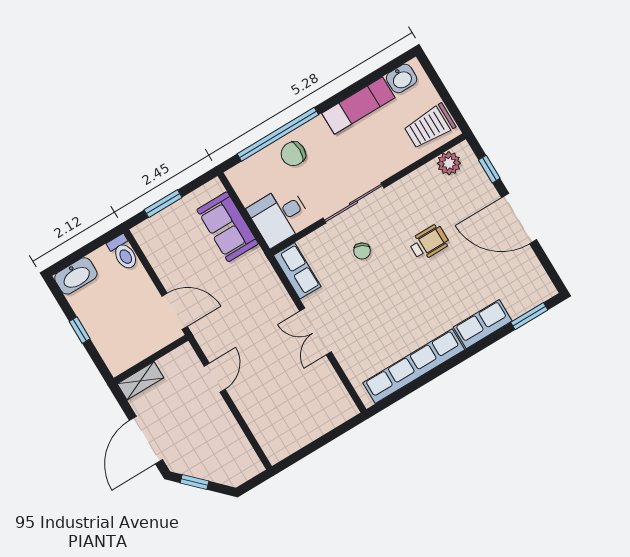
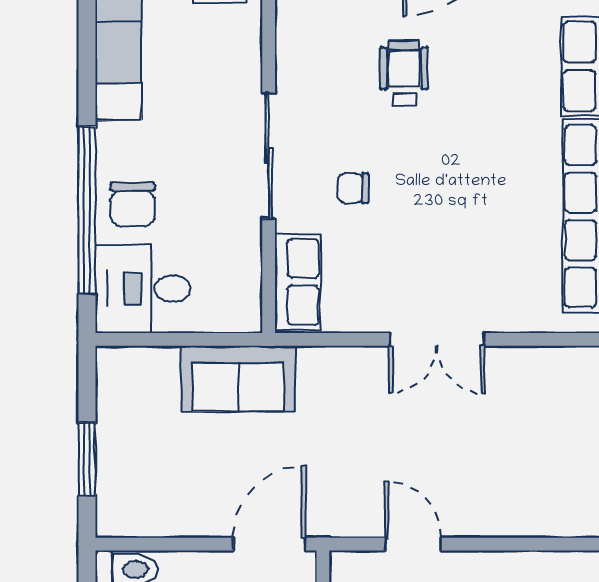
desk: (280, 216) -> (143, 289), moved, turned 90
sofa: (228, 227) -> (238, 379), moved
chair: (362, 251) -> (353, 188), turned 152
row of seats: (297, 271) -> (298, 282), moved, turned 90

